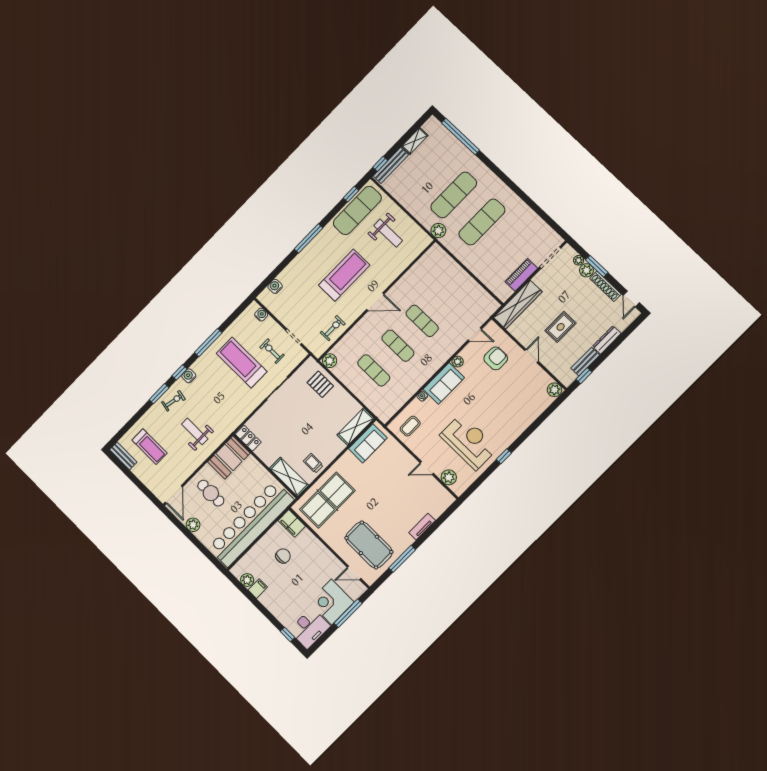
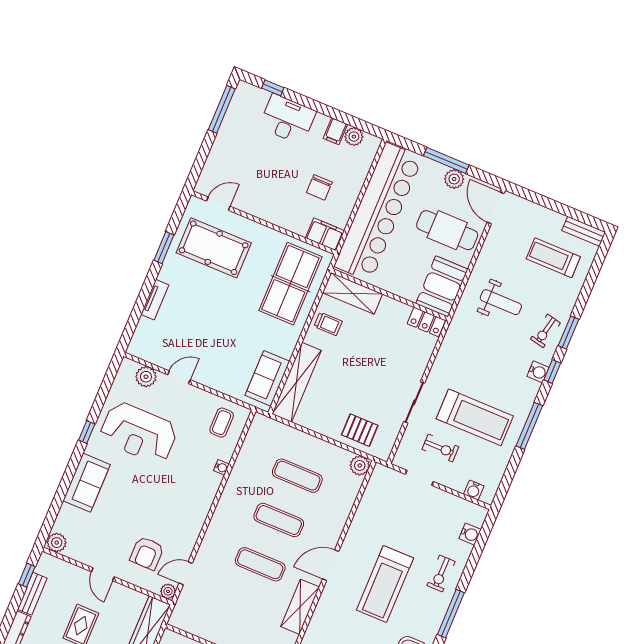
shelving: (407, 282) -> (300, 607), added
exercise bike: (333, 328) -> (441, 574), moved
plant: (458, 362) -> (168, 591), moved
sofa: (444, 383) -> (87, 483), moved, turned 180
shelving: (356, 427) -> (297, 382), width x1.47
cafe table: (211, 493) -> (447, 230), width x1.37, depth x1.35
window: (193, 539) -> (446, 160), added
window: (402, 559) -> (164, 248), width x0.69
corner desk: (332, 602) -> (233, 154), removed
window: (348, 613) -> (222, 109), moved
desk: (309, 628) -> (288, 119), moved, turned 90

